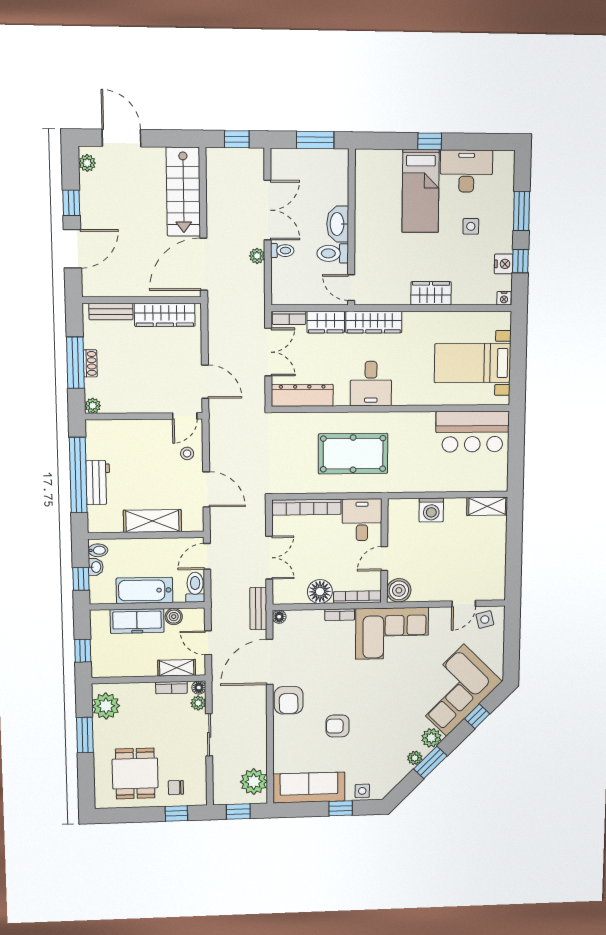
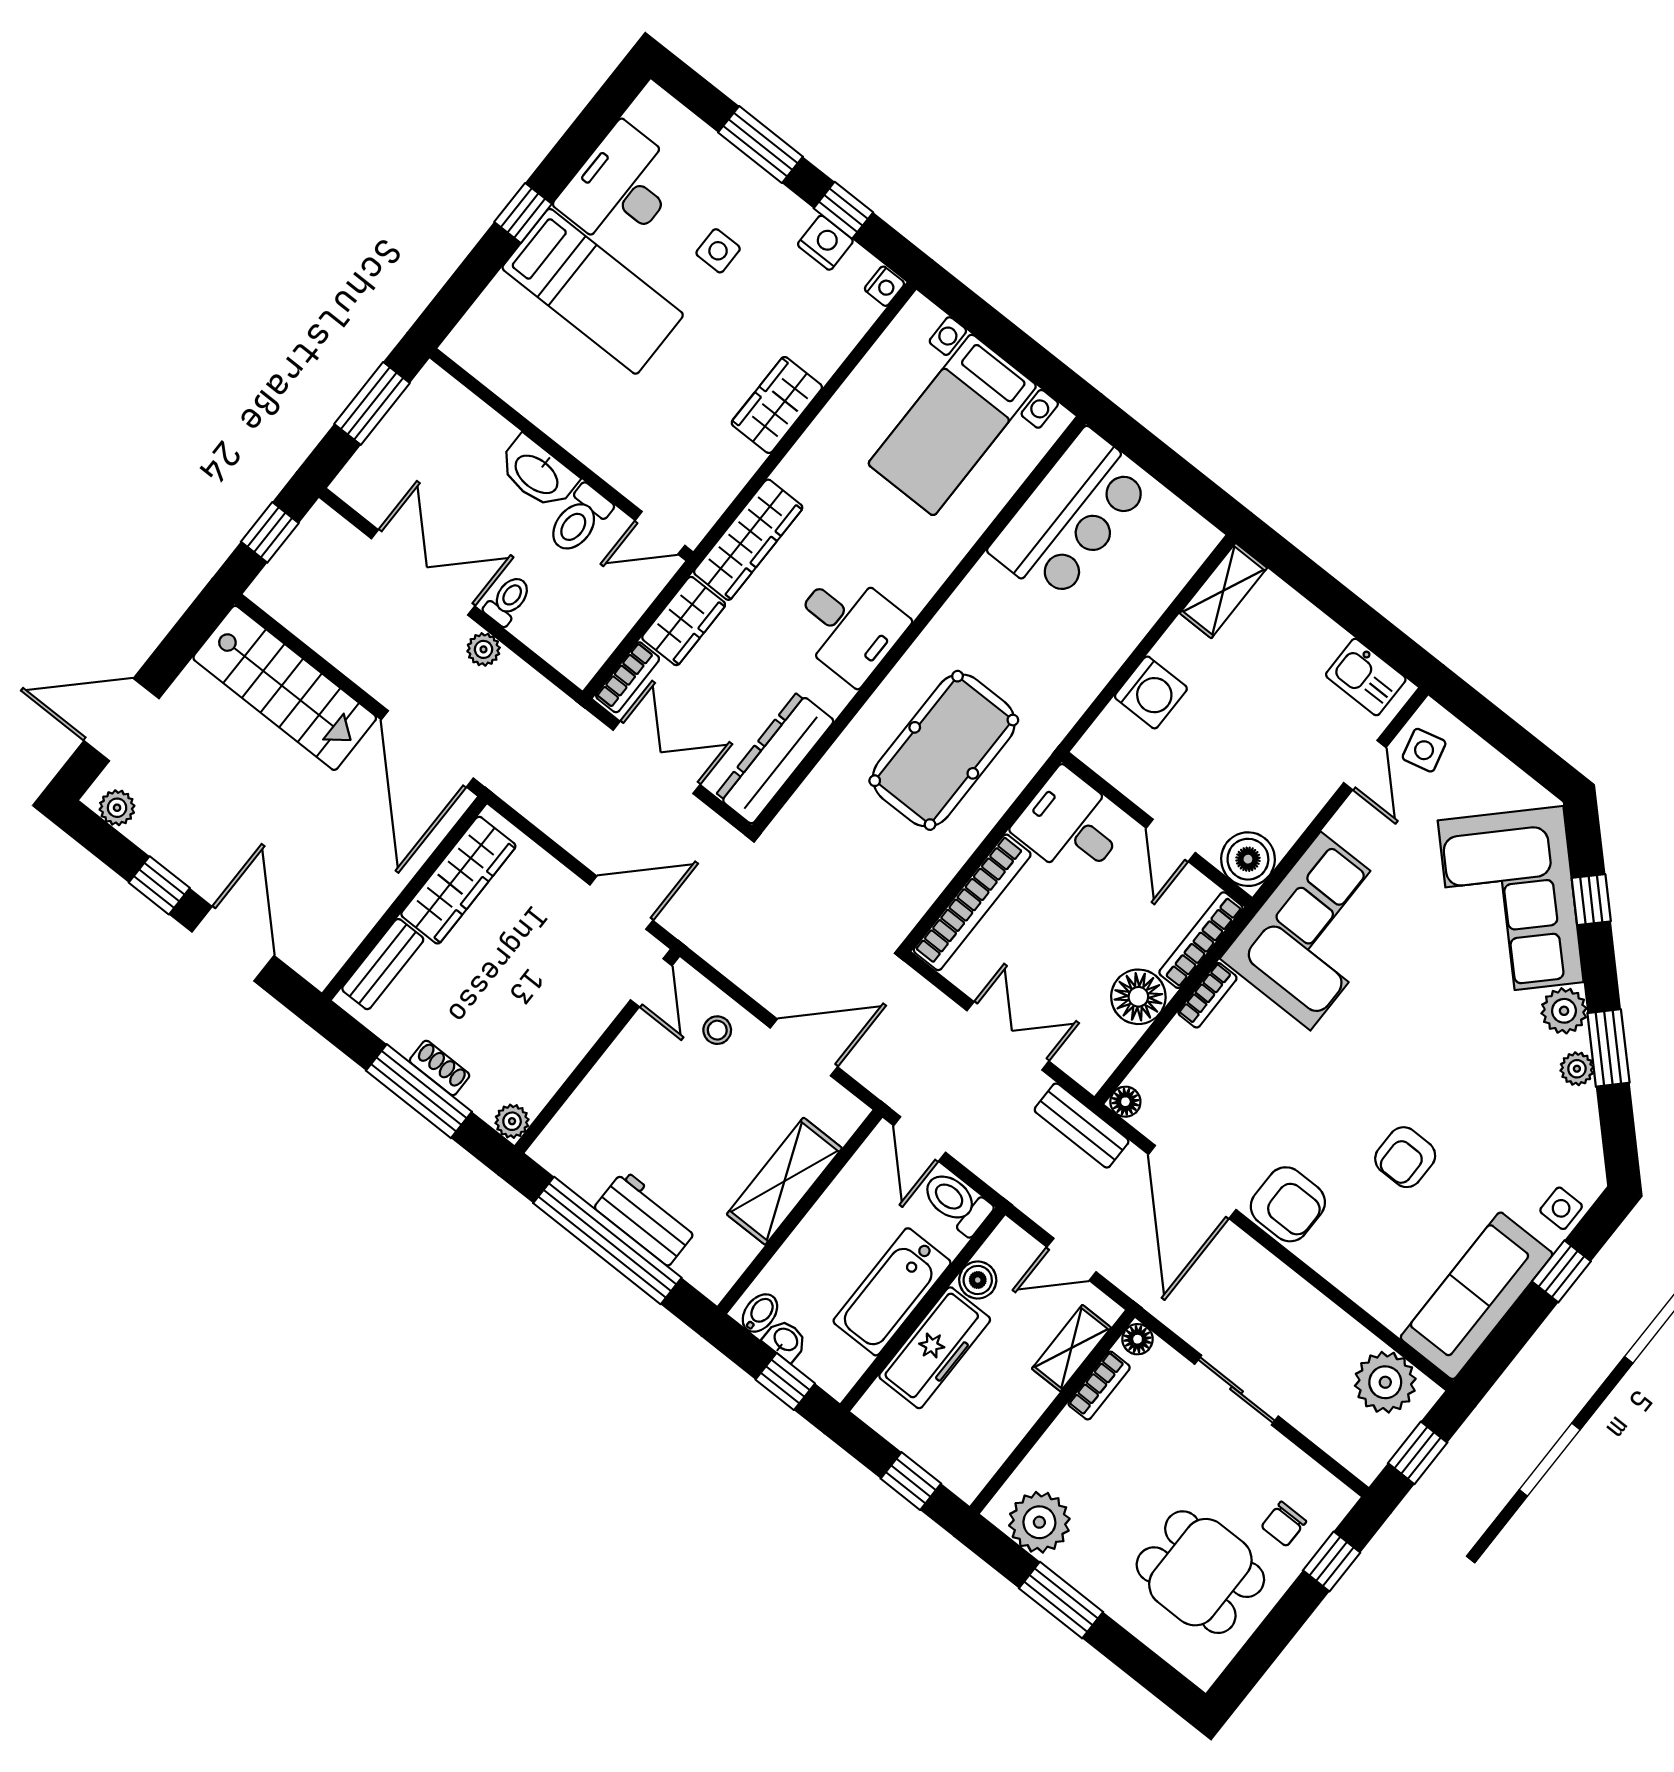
kitchen sink: (495, 579) -> (1366, 677), added
plant: (198, 703) -> (1164, 1362), removed

